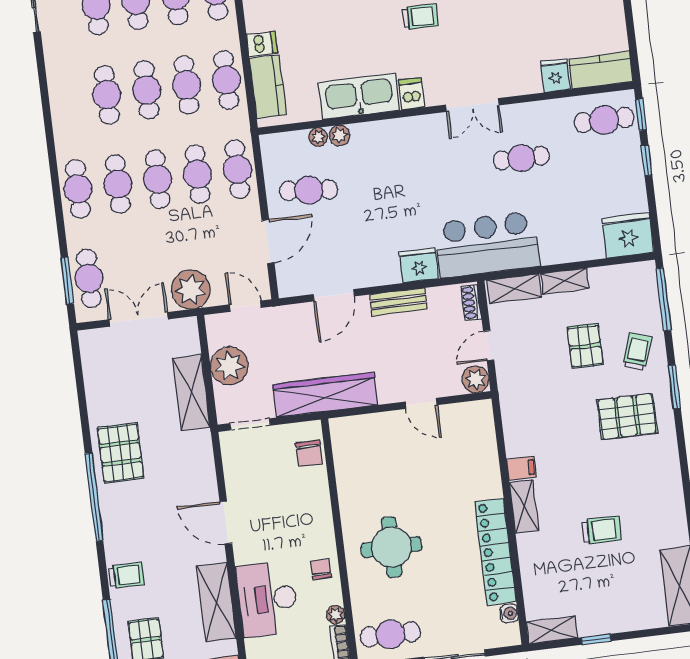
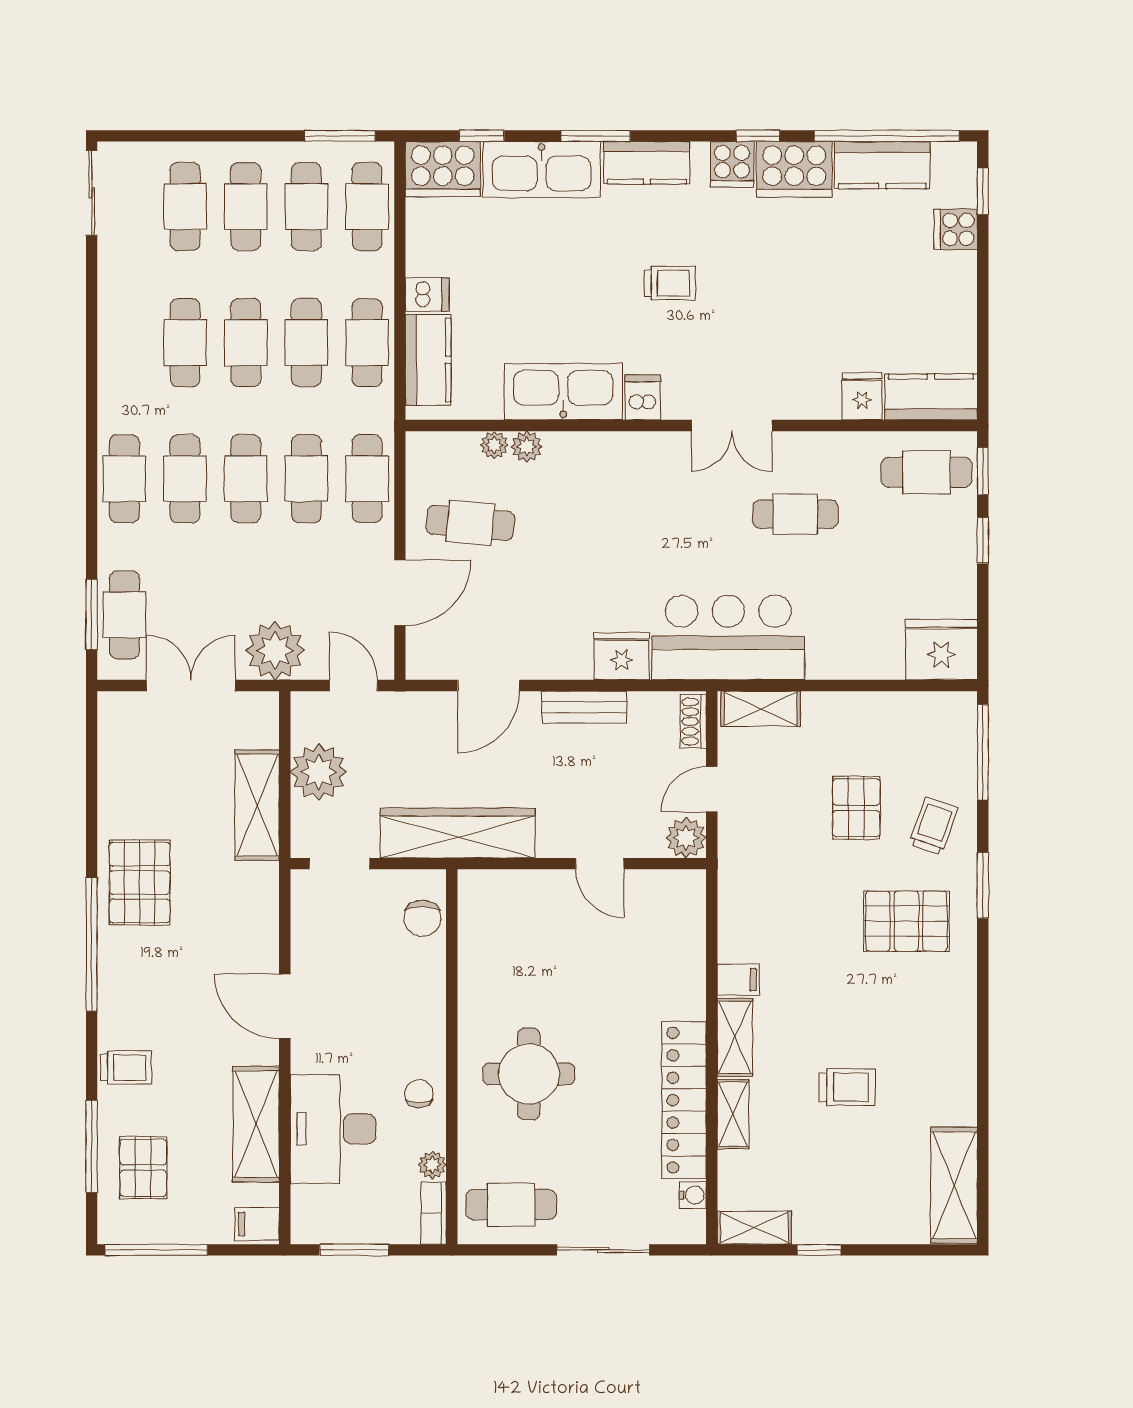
shelving: (565, 281) -> (733, 1114), moved, turned 90

